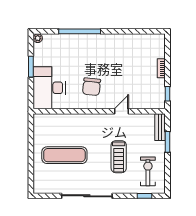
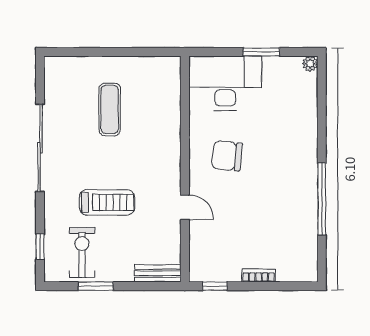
window: (80, 31) -> (322, 199), moved
window: (168, 142) -> (96, 286), moved
exercise mat: (64, 155) -> (110, 109), width x0.73, depth x0.69
treadmill: (119, 157) -> (107, 202), turned 180
exercise bike: (148, 171) -> (82, 253), turned -90

